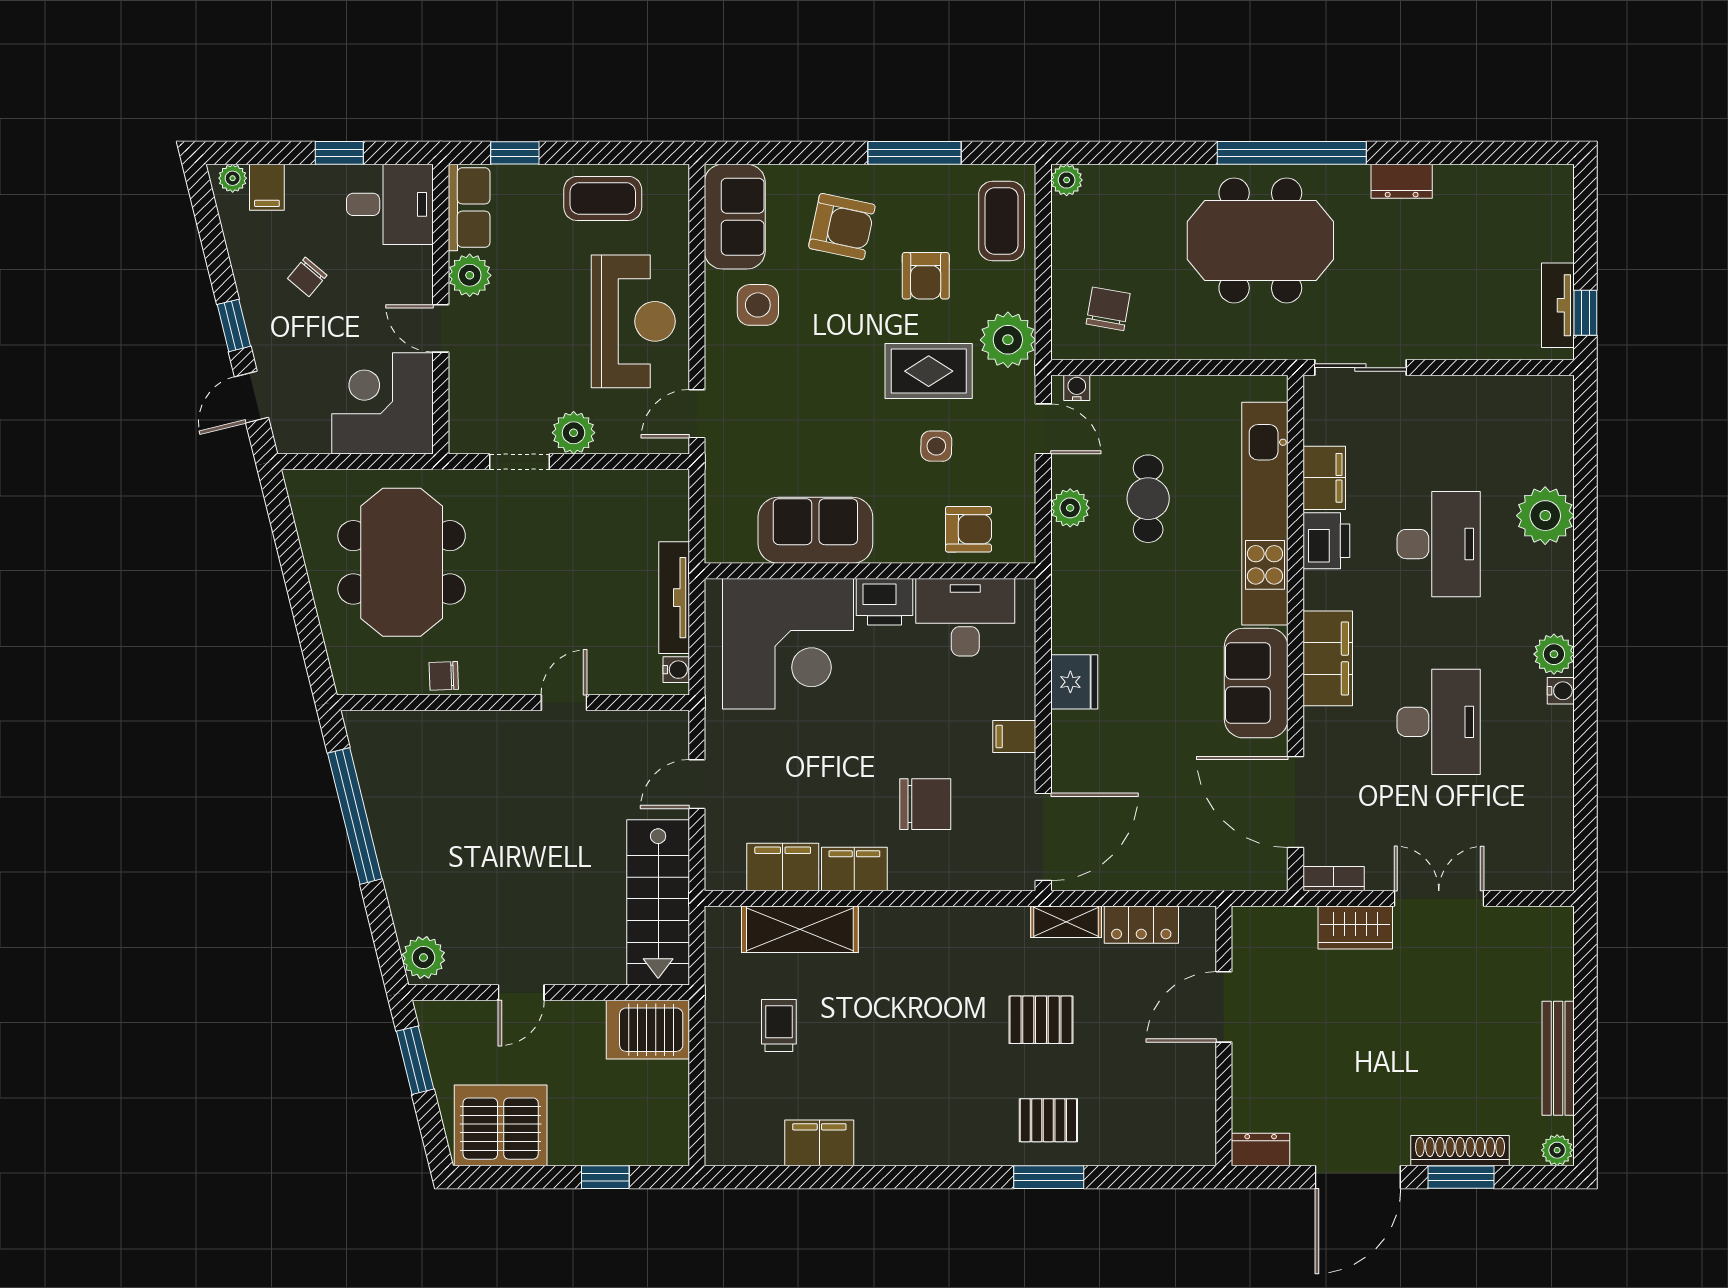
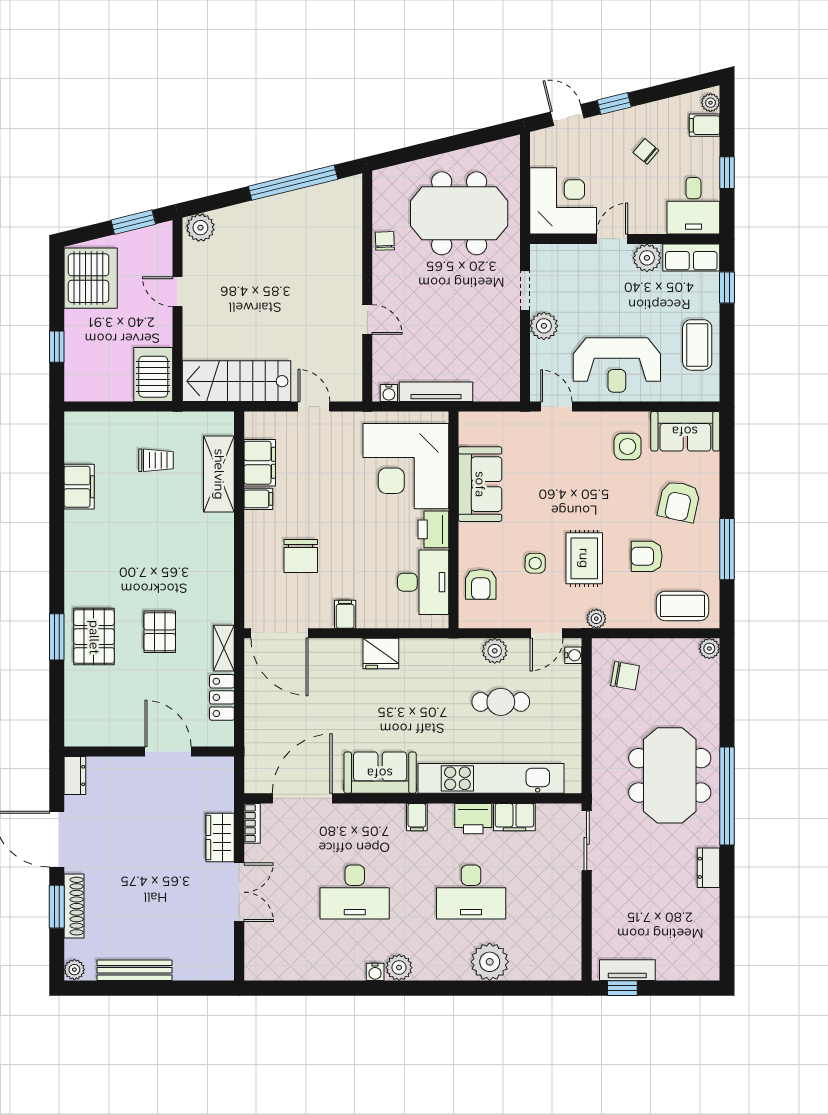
plant: (1008, 340) -> (596, 619), width x0.53, depth x0.53
filing cabinet: (1328, 658) -> (417, 817), width x0.33, depth x0.86
filing cabinet: (854, 869) -> (258, 499), width x0.50
pallet: (1048, 1120) -> (94, 637), width x1.50, depth x1.42

